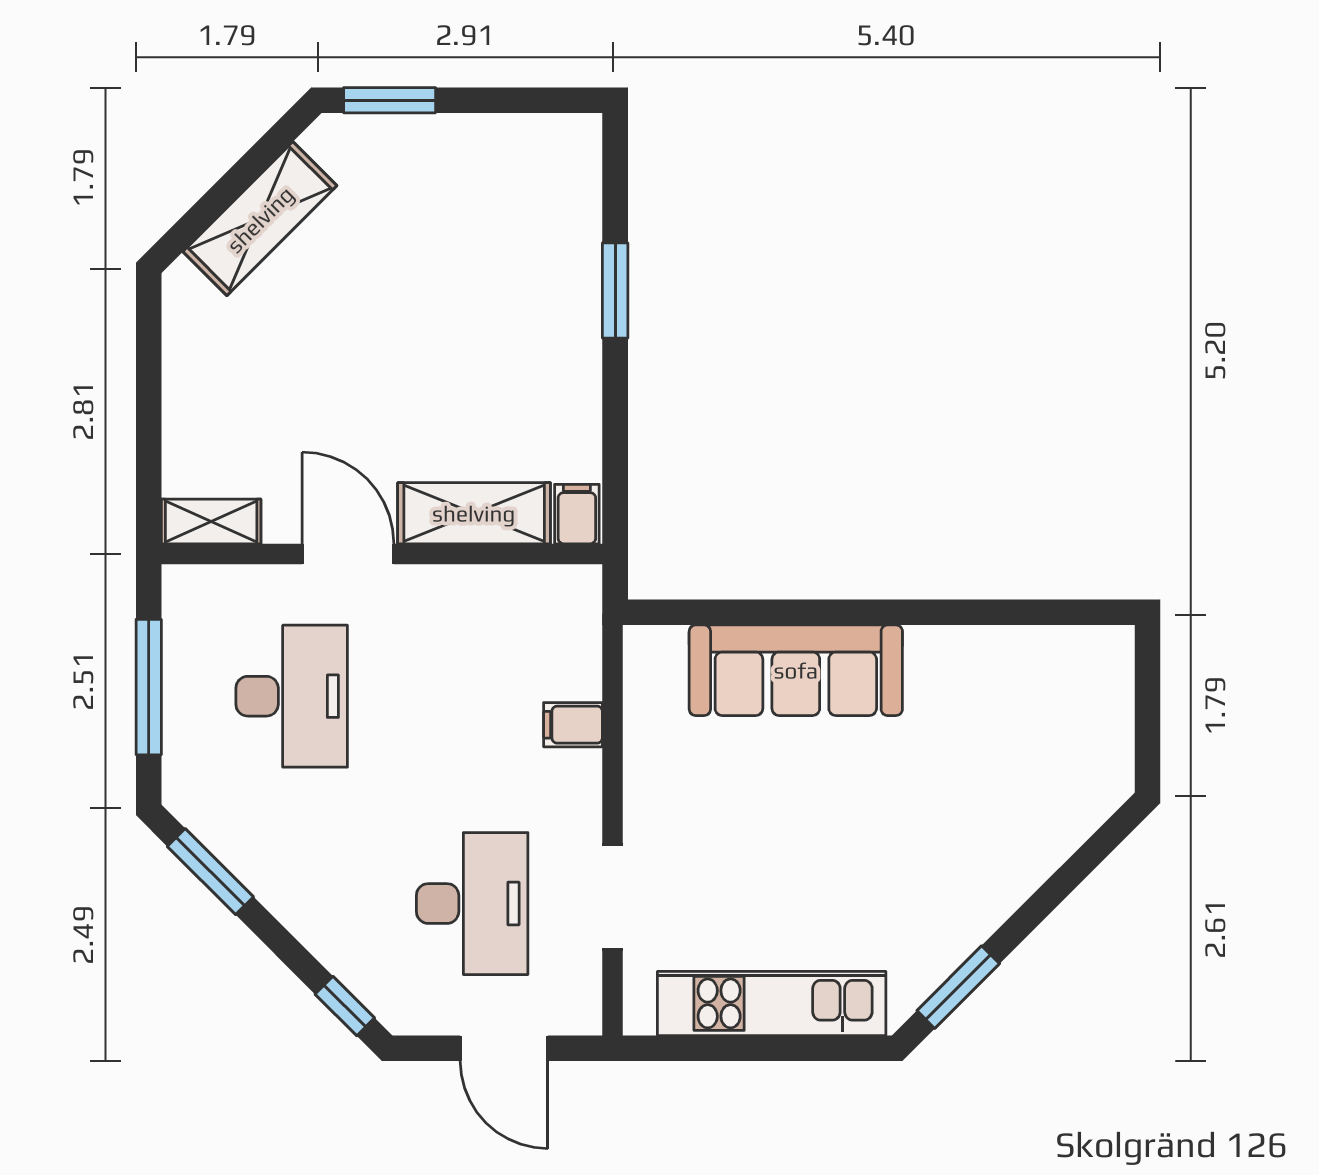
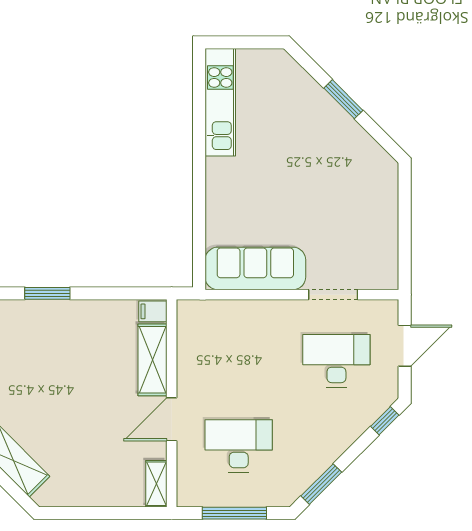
sofa: (796, 670) -> (255, 268), moved, turned -90
filing cabinet: (573, 725) -> (252, 313), removed
window: (958, 987) -> (343, 99), moved
kitchen unit: (772, 1003) -> (220, 102), moved, turned 180

